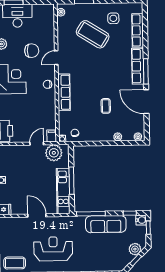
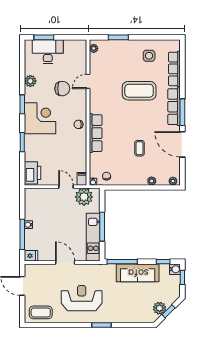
coffee table: (93, 34) -> (139, 91), moved, turned -32
door: (56, 58) -> (88, 81), moved
door: (37, 144) -> (66, 187), hinge flipped
plant: (135, 249) -> (160, 308), moved

